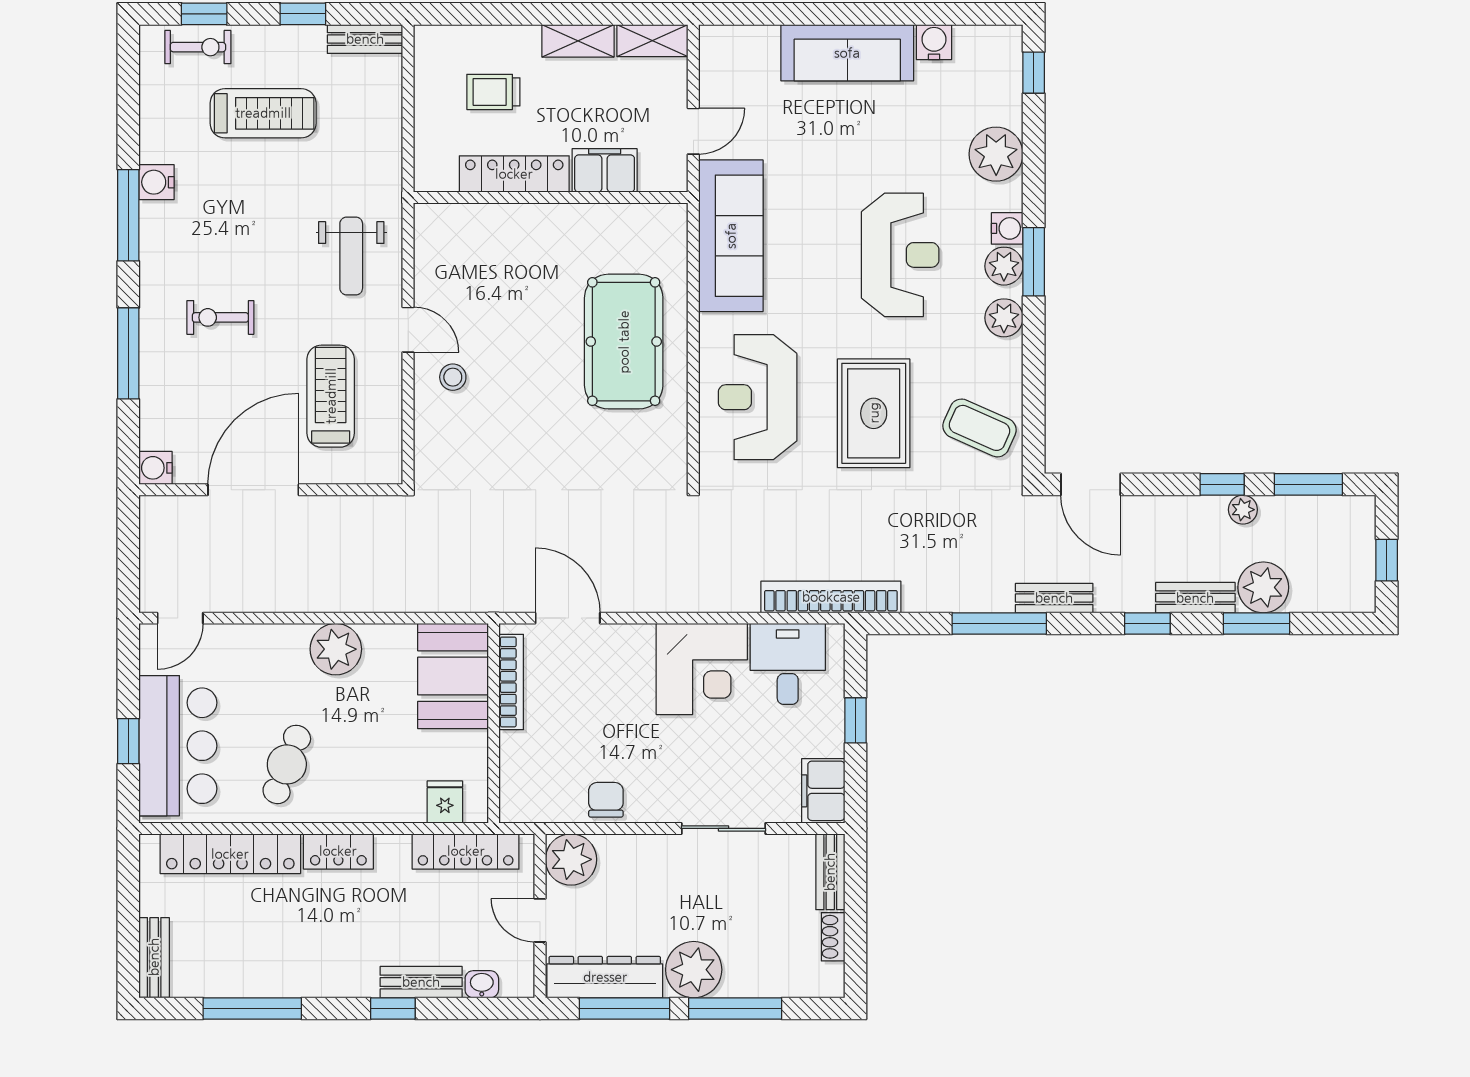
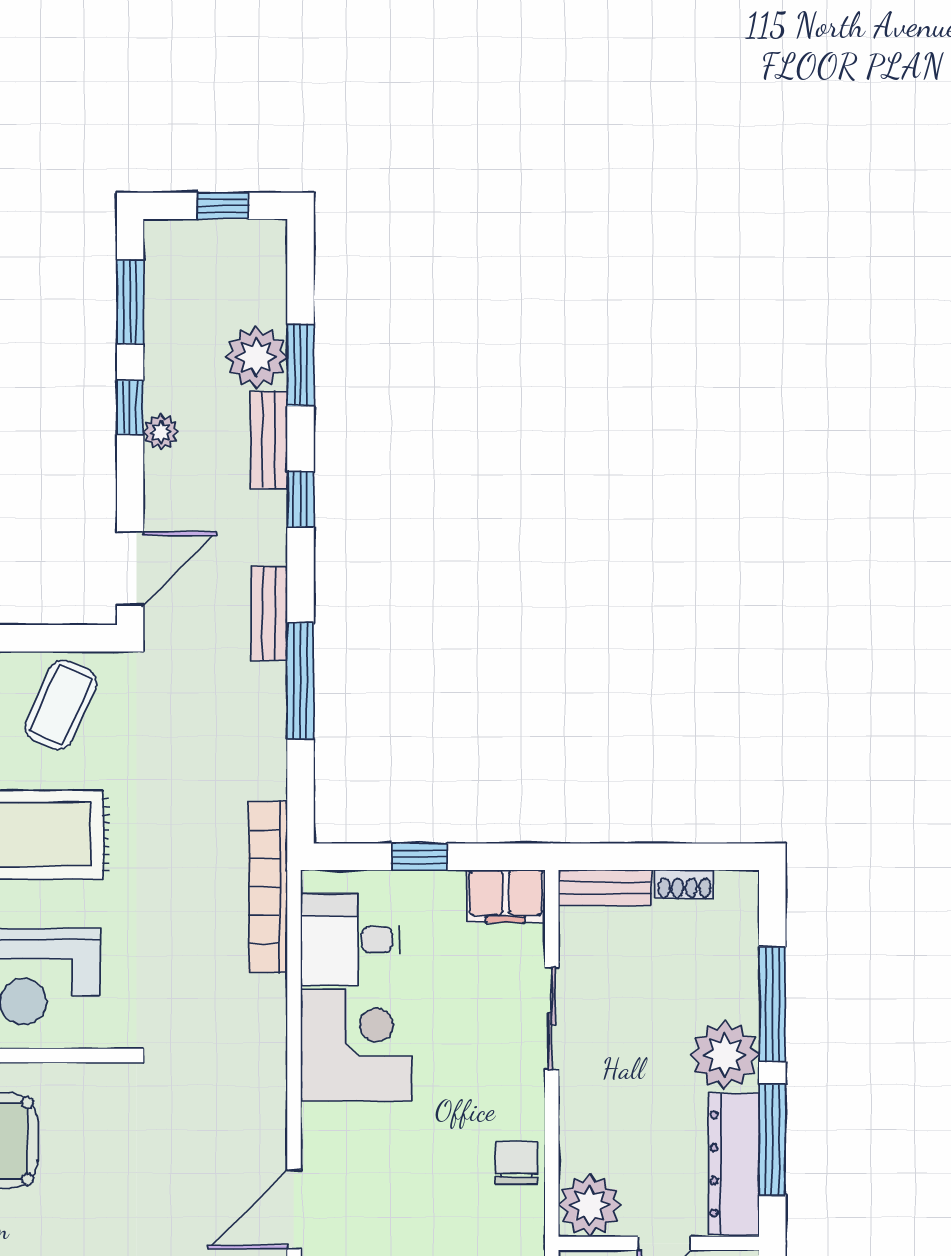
plant: (1243, 510) -> (161, 432), moved
chair: (606, 800) -> (517, 1163), turned 90

